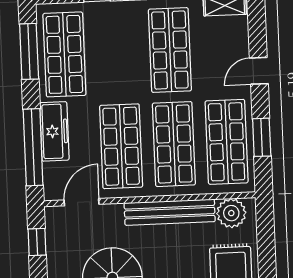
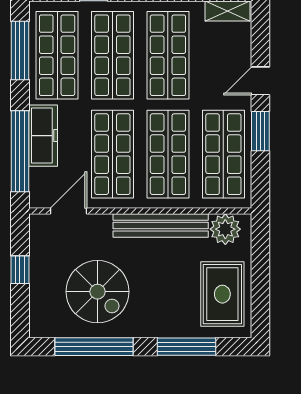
shop shelf: (117, 52) -> (112, 55), added
window: (262, 137) -> (260, 131), moved
window: (37, 242) -> (20, 270), moved

